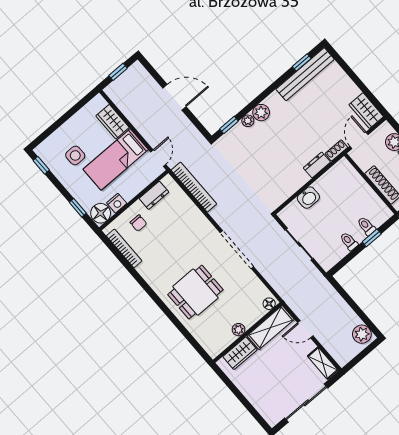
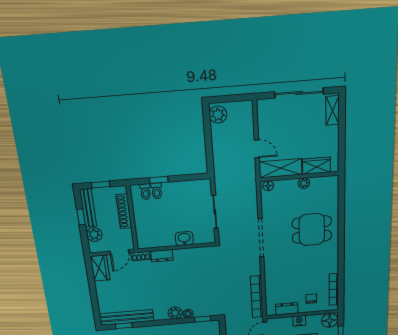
nightstand: (117, 203) -> (299, 321), moved
toilet: (349, 241) -> (145, 192), moved
shelving: (323, 363) -> (332, 110), moved

